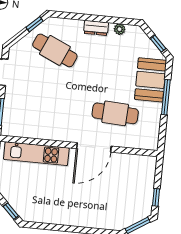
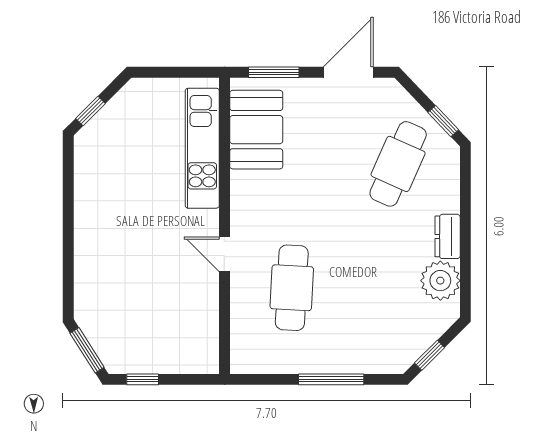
plant: (120, 29) -> (440, 281), width x1.87, depth x1.87
booth: (151, 80) -> (256, 130), moved, turned 90
door: (94, 147) -> (224, 254), width x0.53

